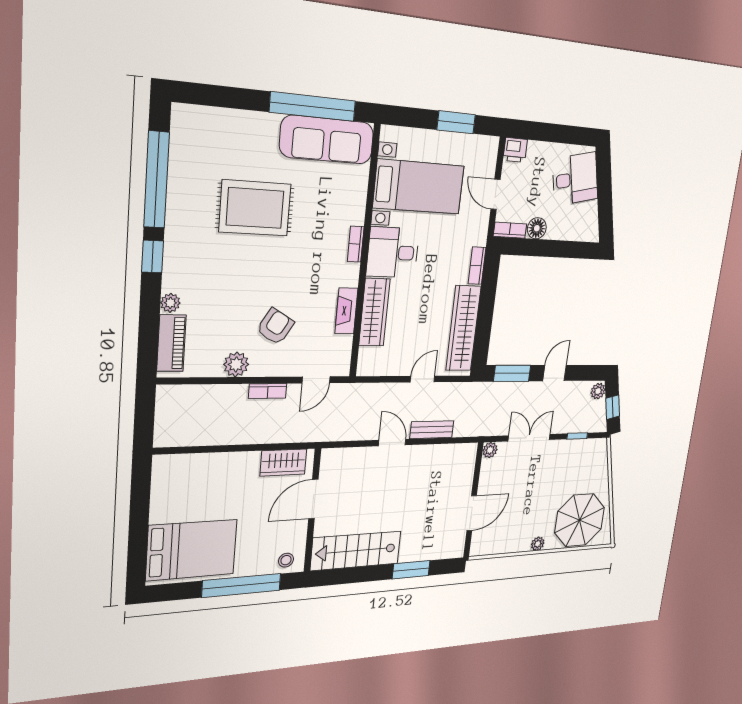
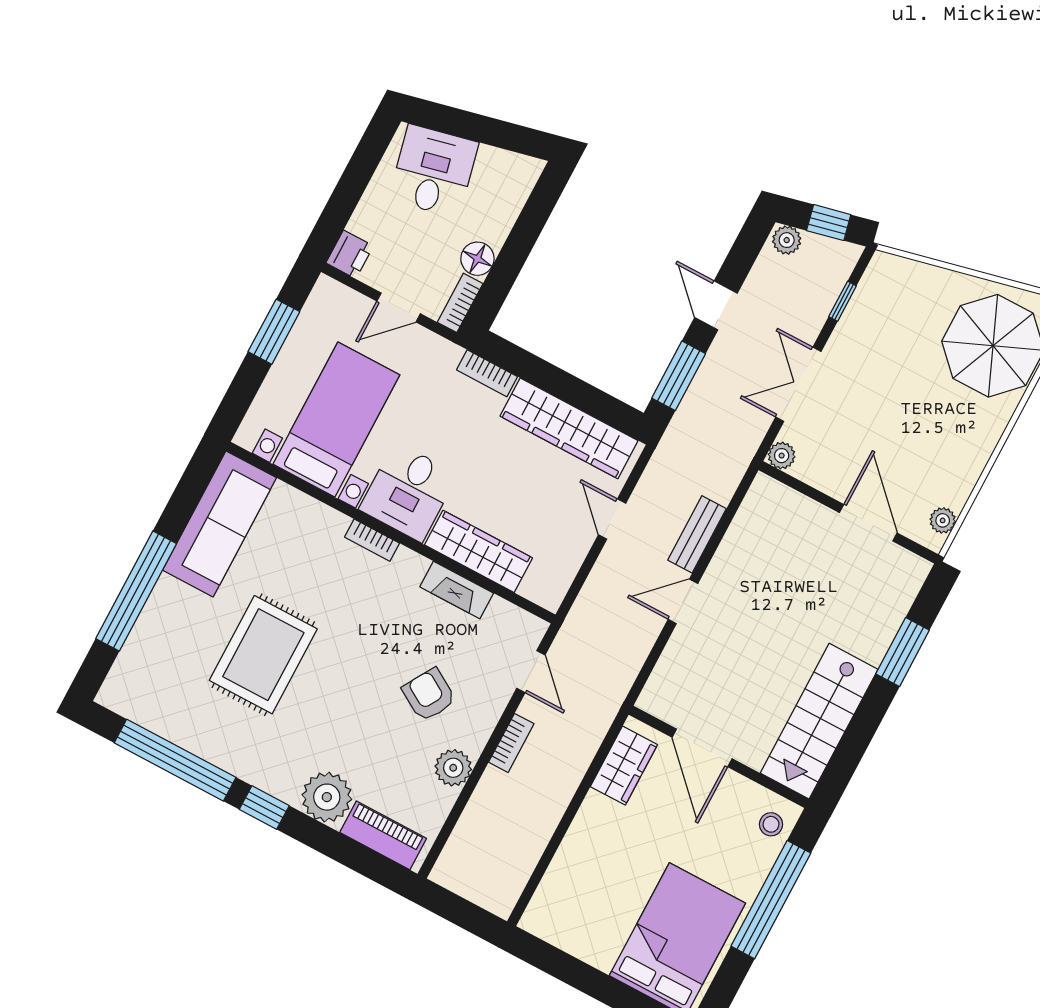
window: (313, 107) -> (136, 591), moved
plant: (170, 303) -> (327, 797), width x1.88, depth x1.88
plant: (538, 544) -> (943, 520), moved

